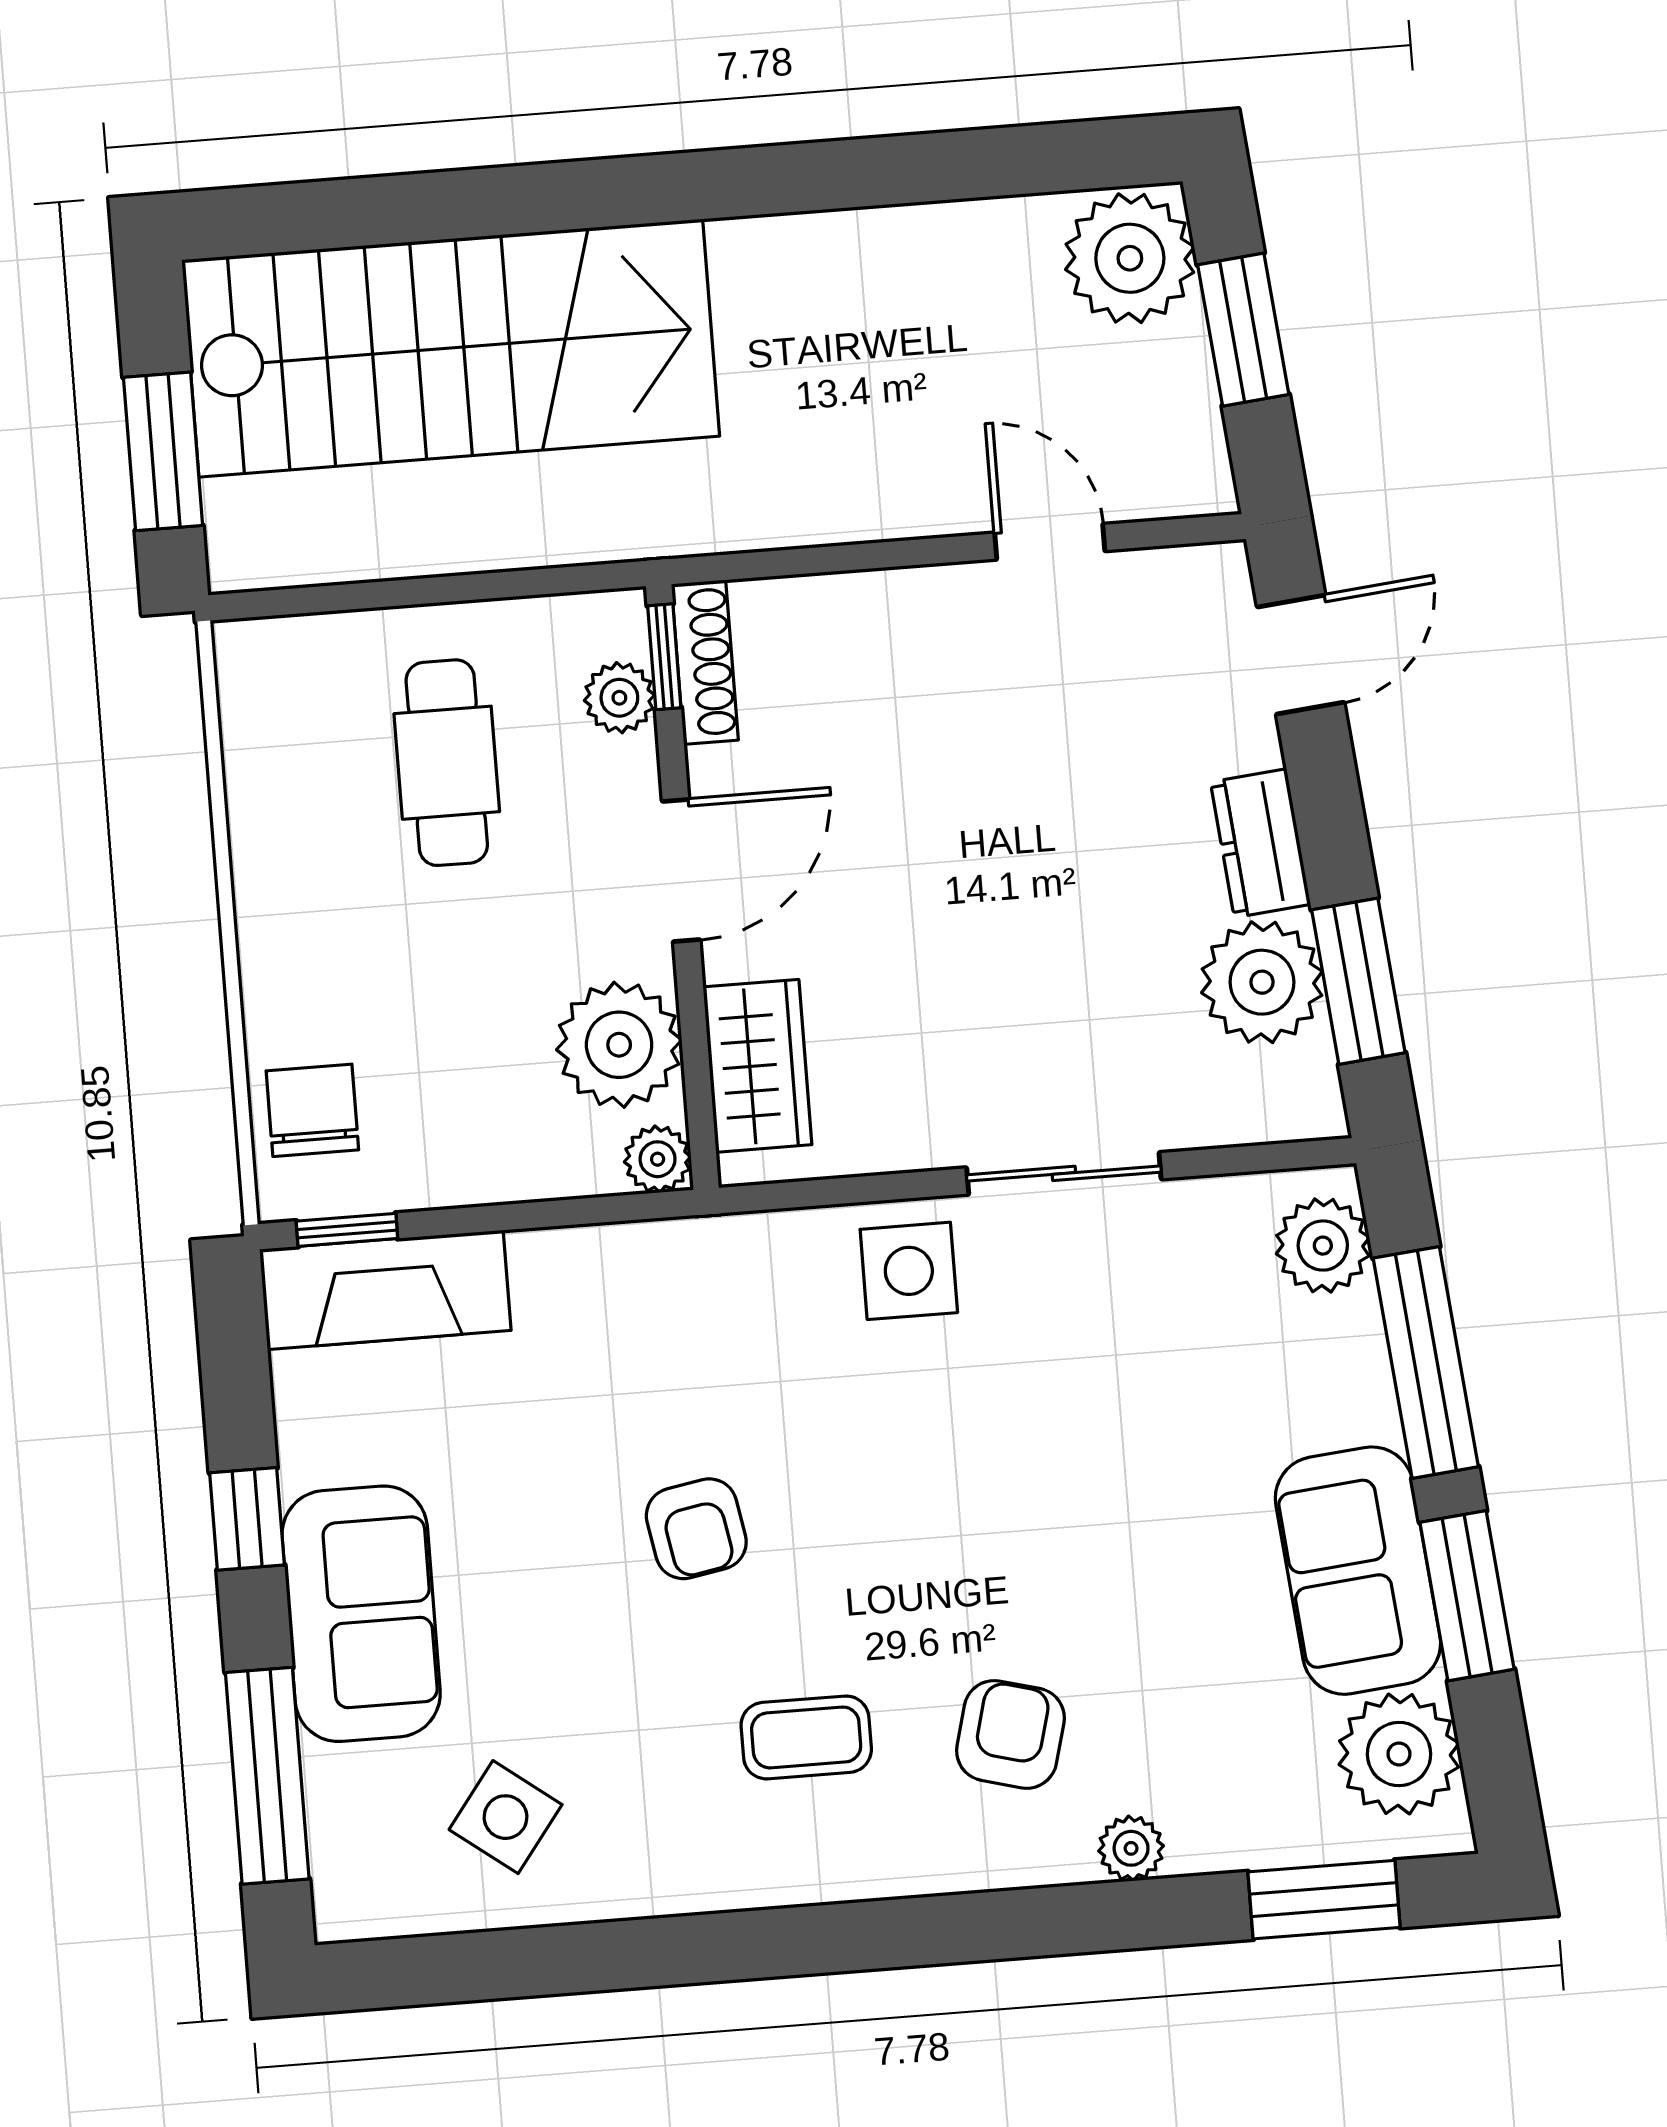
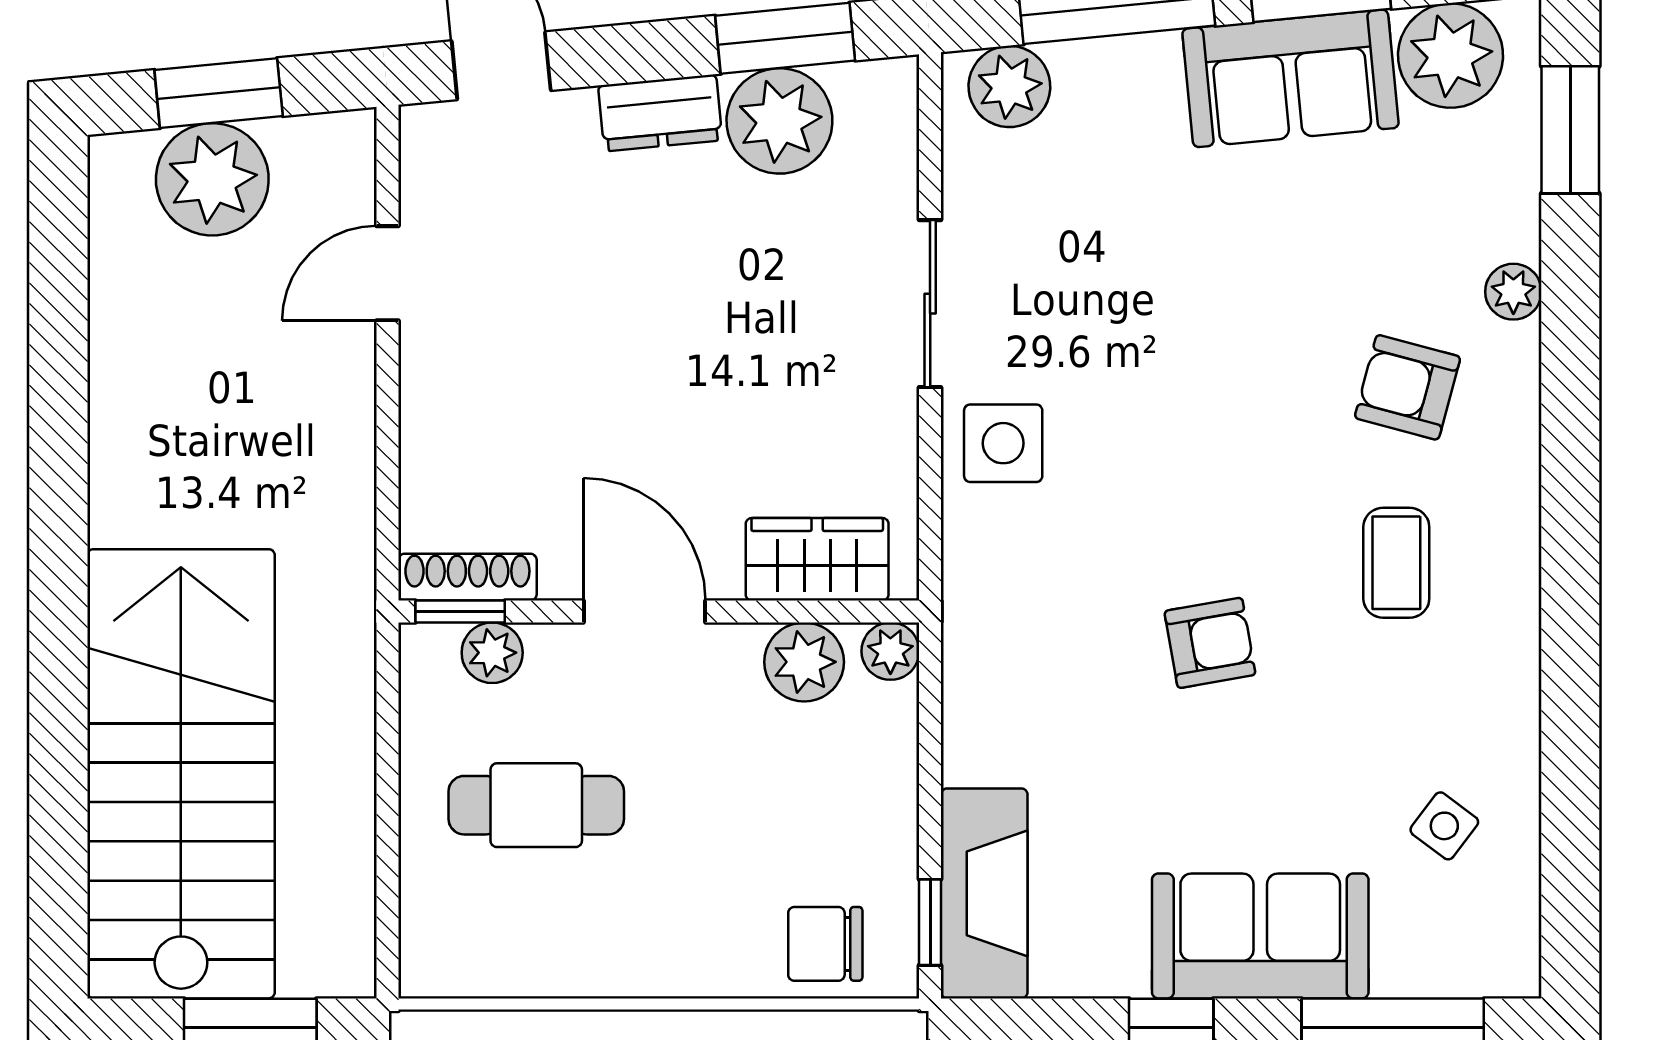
plant: (1130, 258) -> (212, 179), moved
plant: (619, 1045) -> (804, 662), width x0.73, depth x0.73
side table: (506, 1817) -> (1444, 826), width x0.73, depth x0.73

